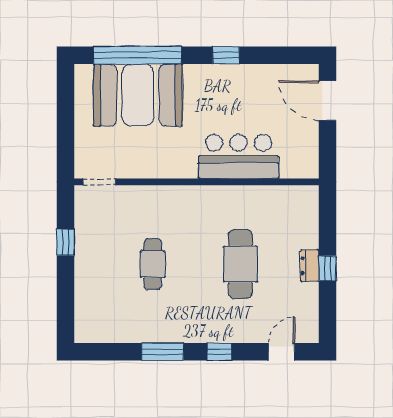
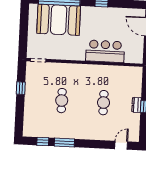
cafe table: (240, 264) -> (103, 103), width x0.73, depth x0.74
window: (219, 352) -> (43, 141), moved

